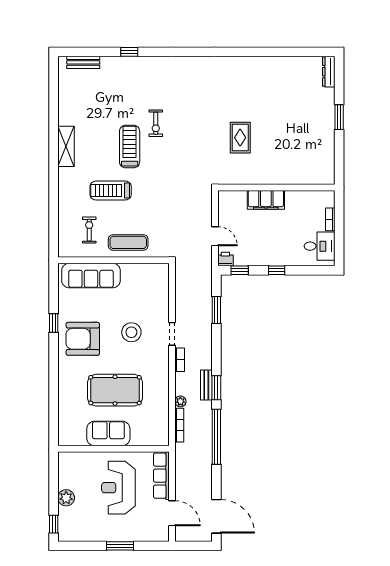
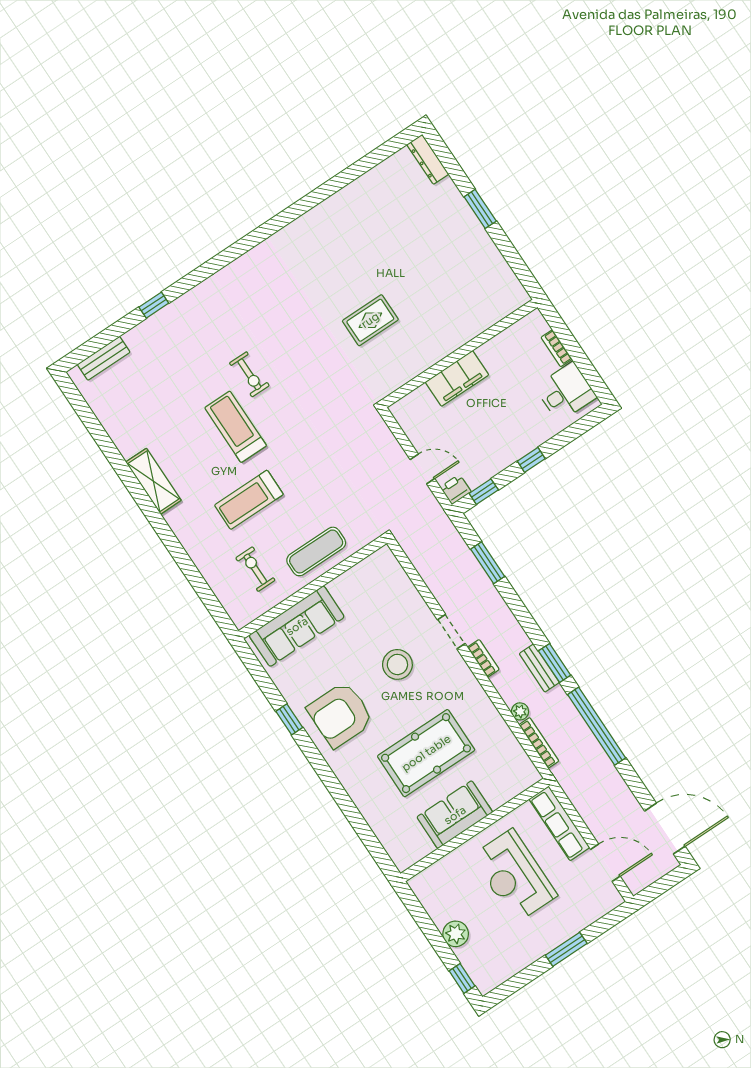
rug: (240, 138) -> (370, 320), turned 90

